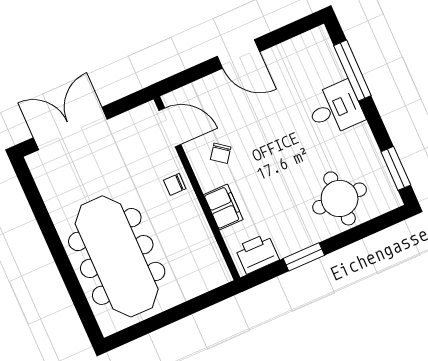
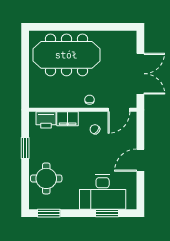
window: (352, 71) -> (107, 213), width x0.69
desk: (335, 109) -> (103, 192), width x1.87, depth x1.30
double door: (70, 128) -> (140, 74), moved
printer: (257, 254) -> (46, 120), moved, turned 90

